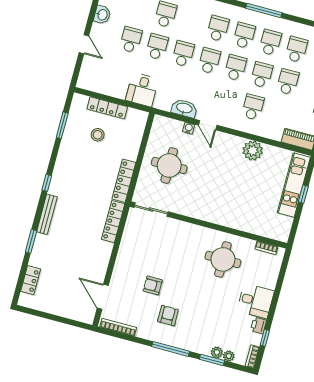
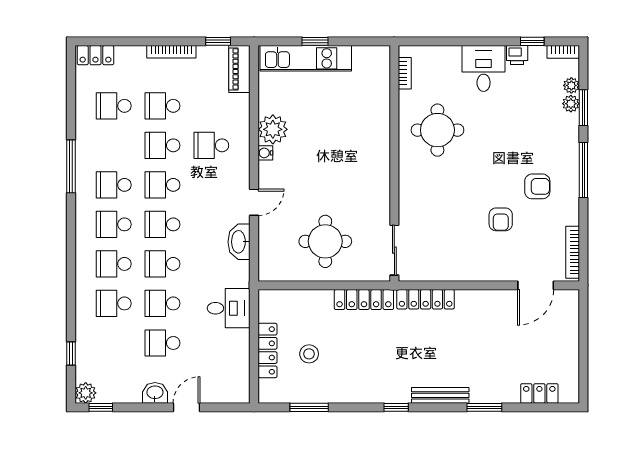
washbasin: (102, 15) -> (155, 393), moved
school desk: (270, 43) -> (114, 264), moved
water cooler: (189, 128) -> (265, 153), moved
armchair: (168, 315) -> (537, 186), turned 180

